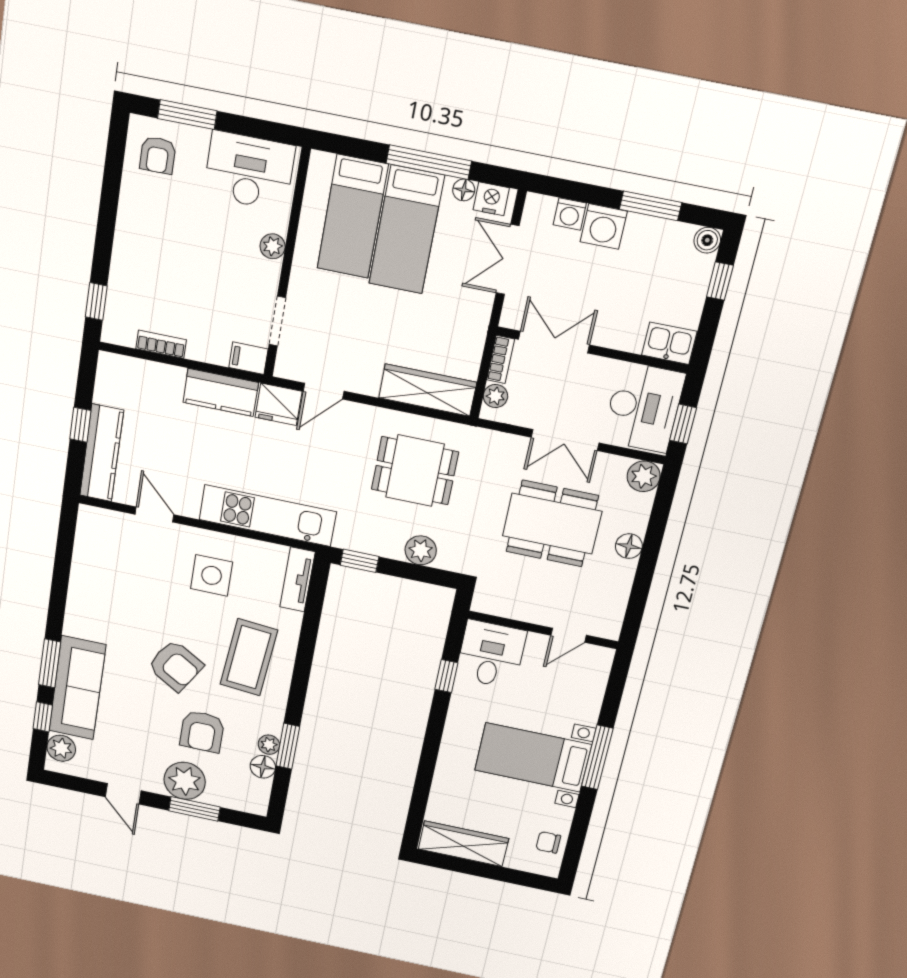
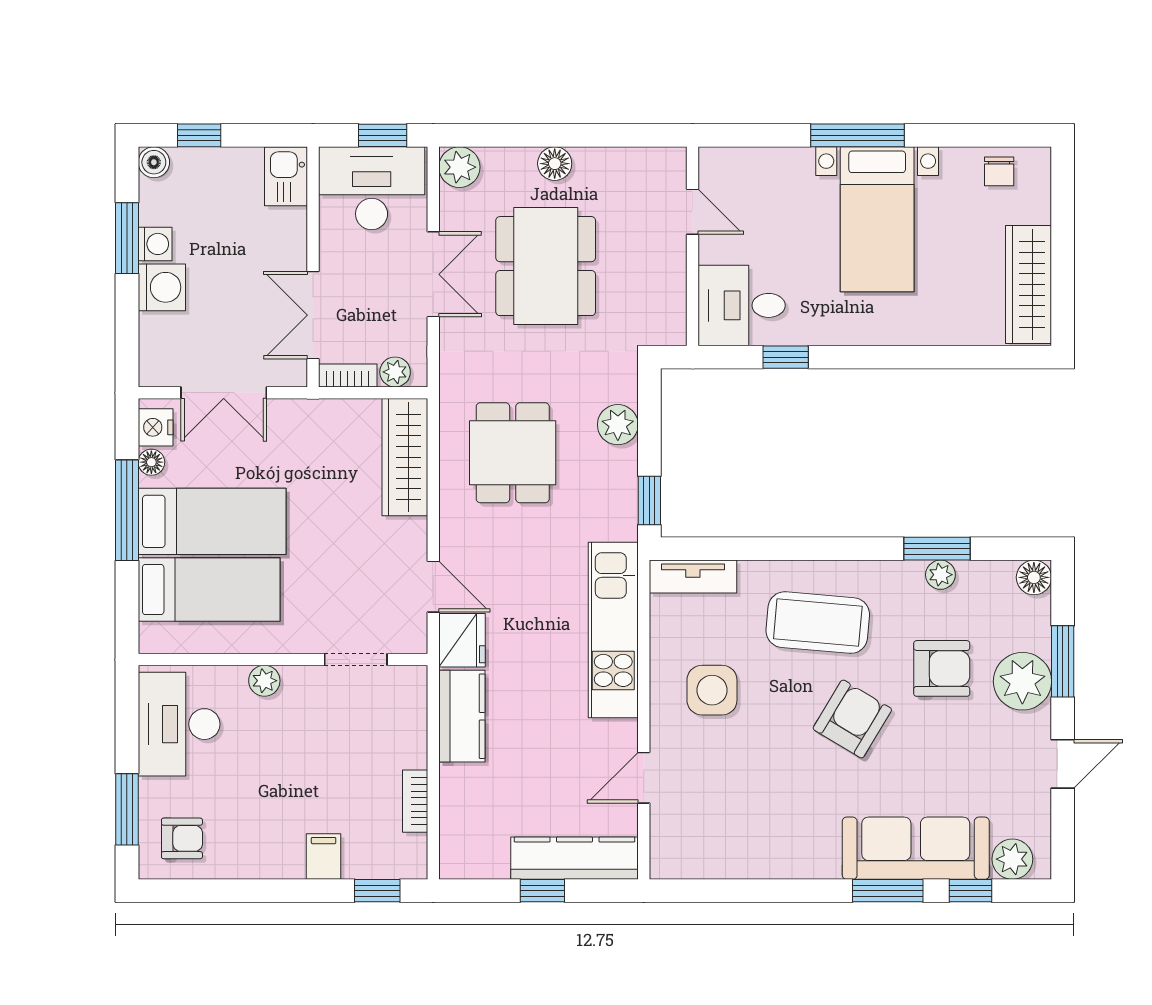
washing machine: (570, 214) -> (155, 244), moved
filing cabinet: (248, 358) -> (324, 857), moved, turned 180
floor lamp: (263, 767) -> (1034, 577), moved

